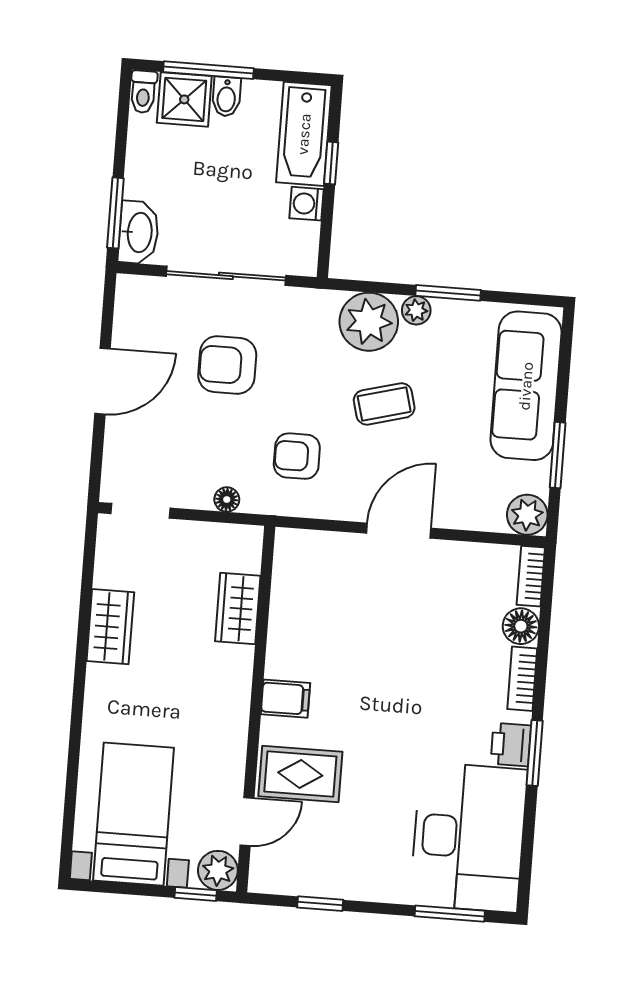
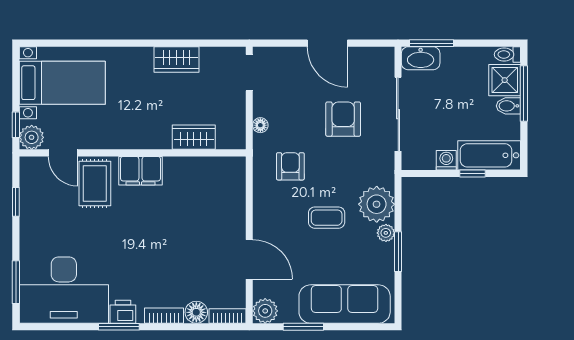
coffee table: (384, 404) -> (327, 218), turned -75
door: (399, 531) -> (249, 259), moved
filing cabinet: (285, 699) -> (141, 171), width x2.00

